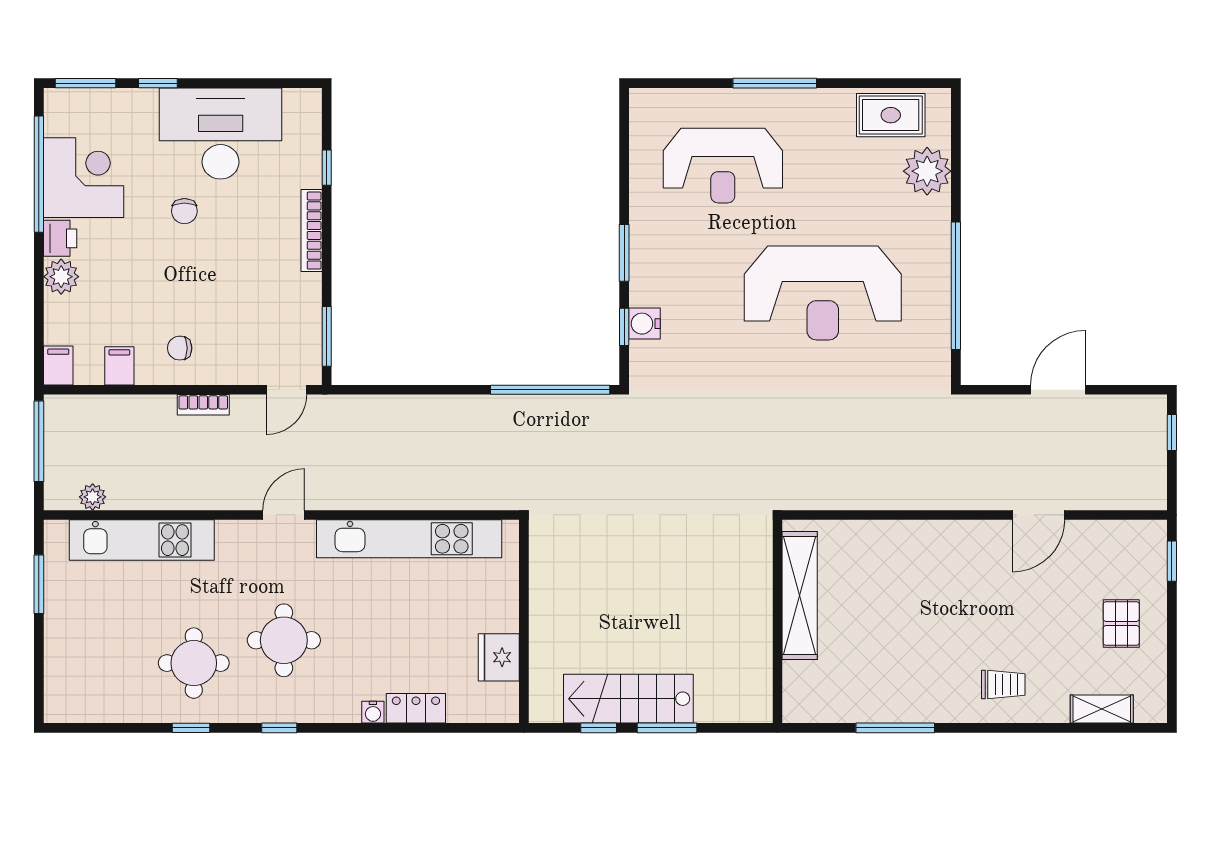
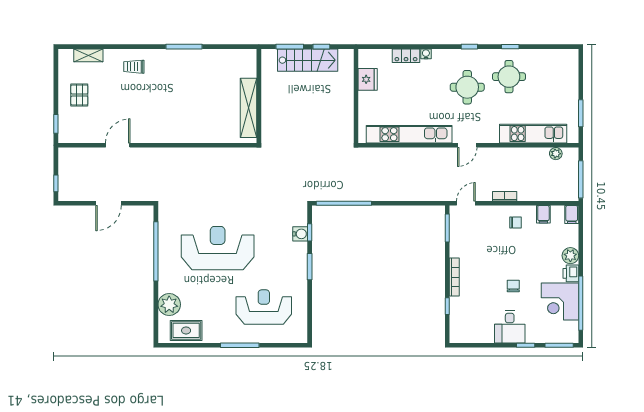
desk: (221, 133) -> (510, 327), width x0.53, depth x0.77
shelving: (800, 596) -> (249, 108), moved
wall: (777, 621) -> (259, 96), moved

